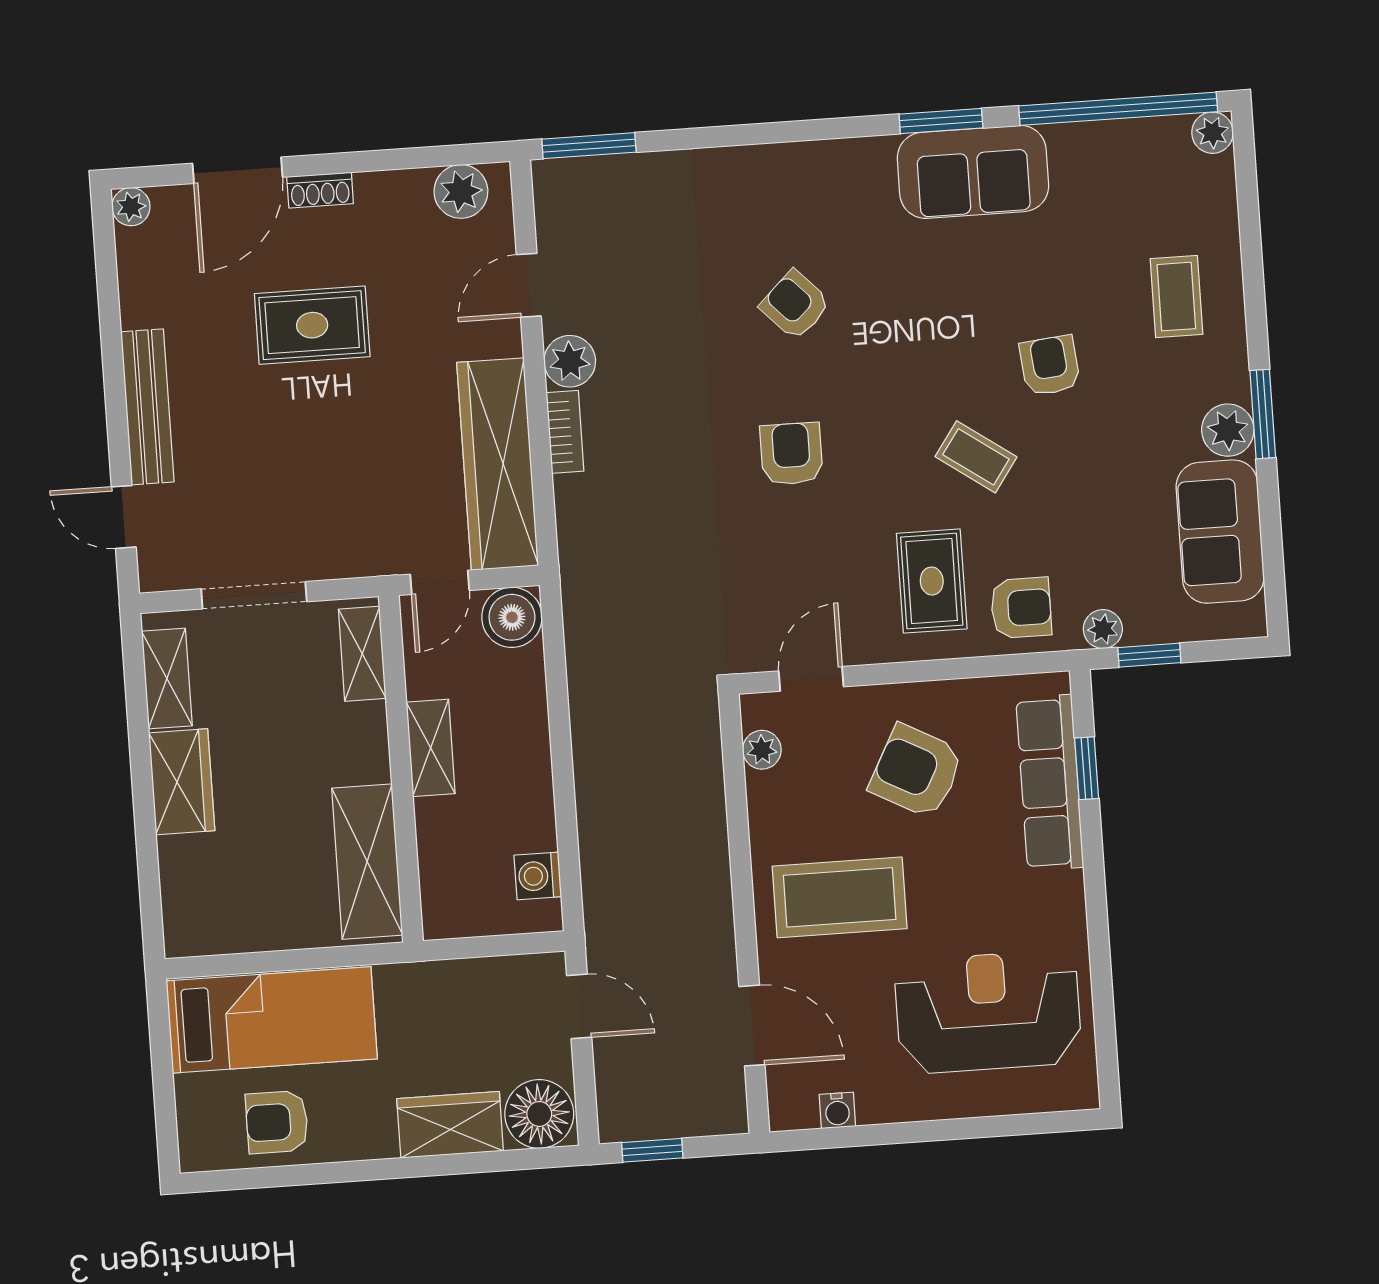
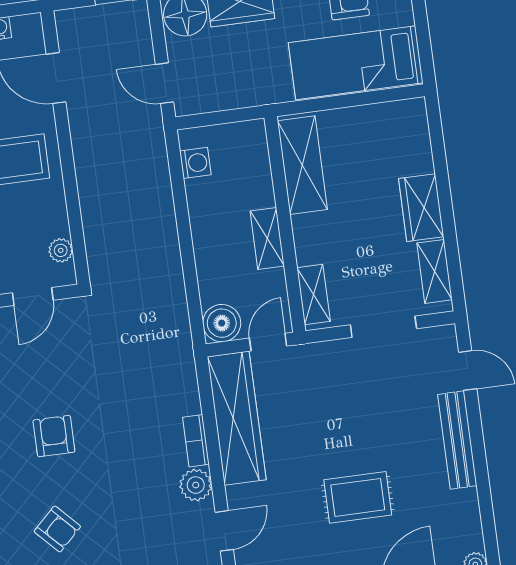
armchair: (791, 454) -> (54, 436), turned 180

